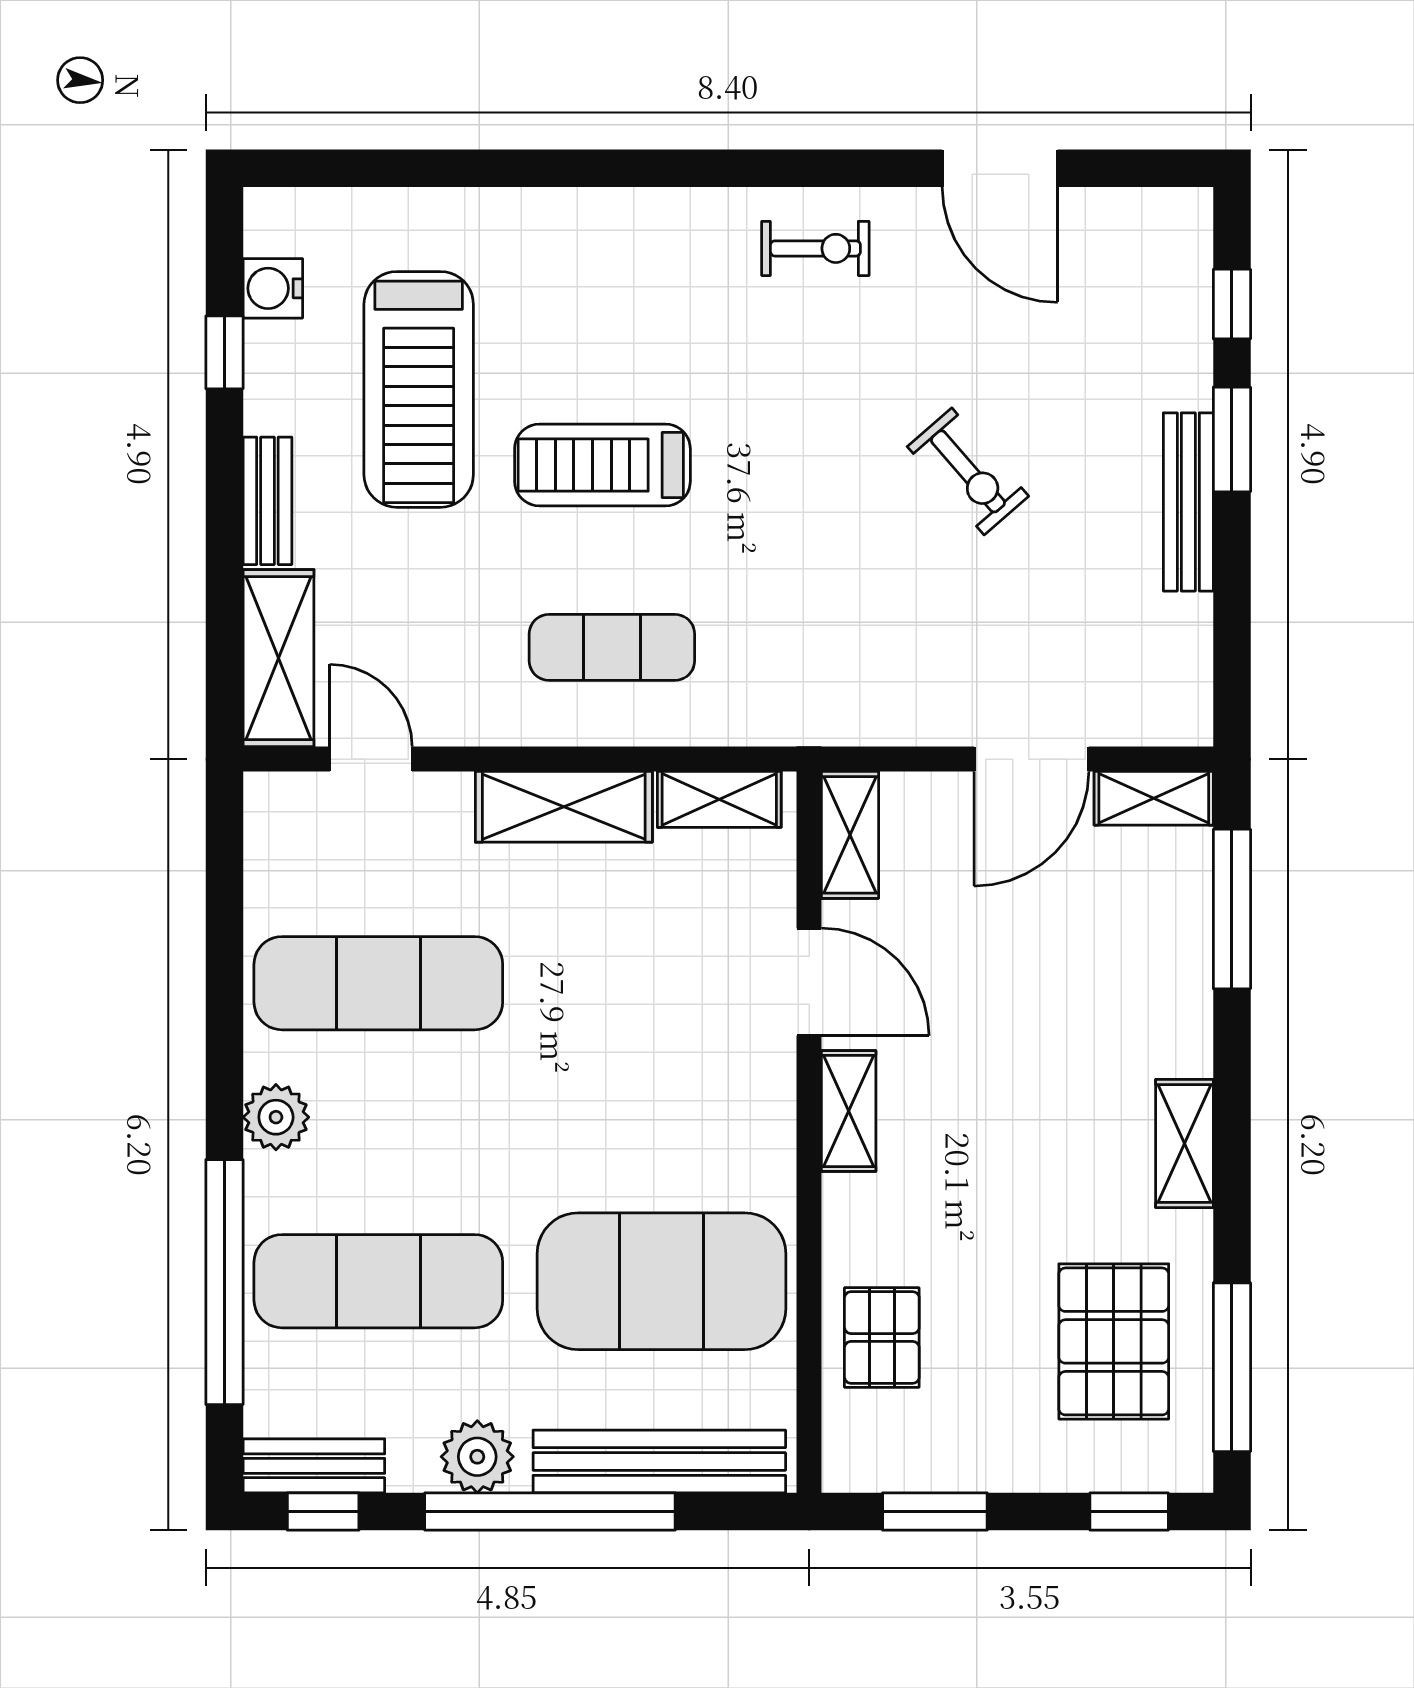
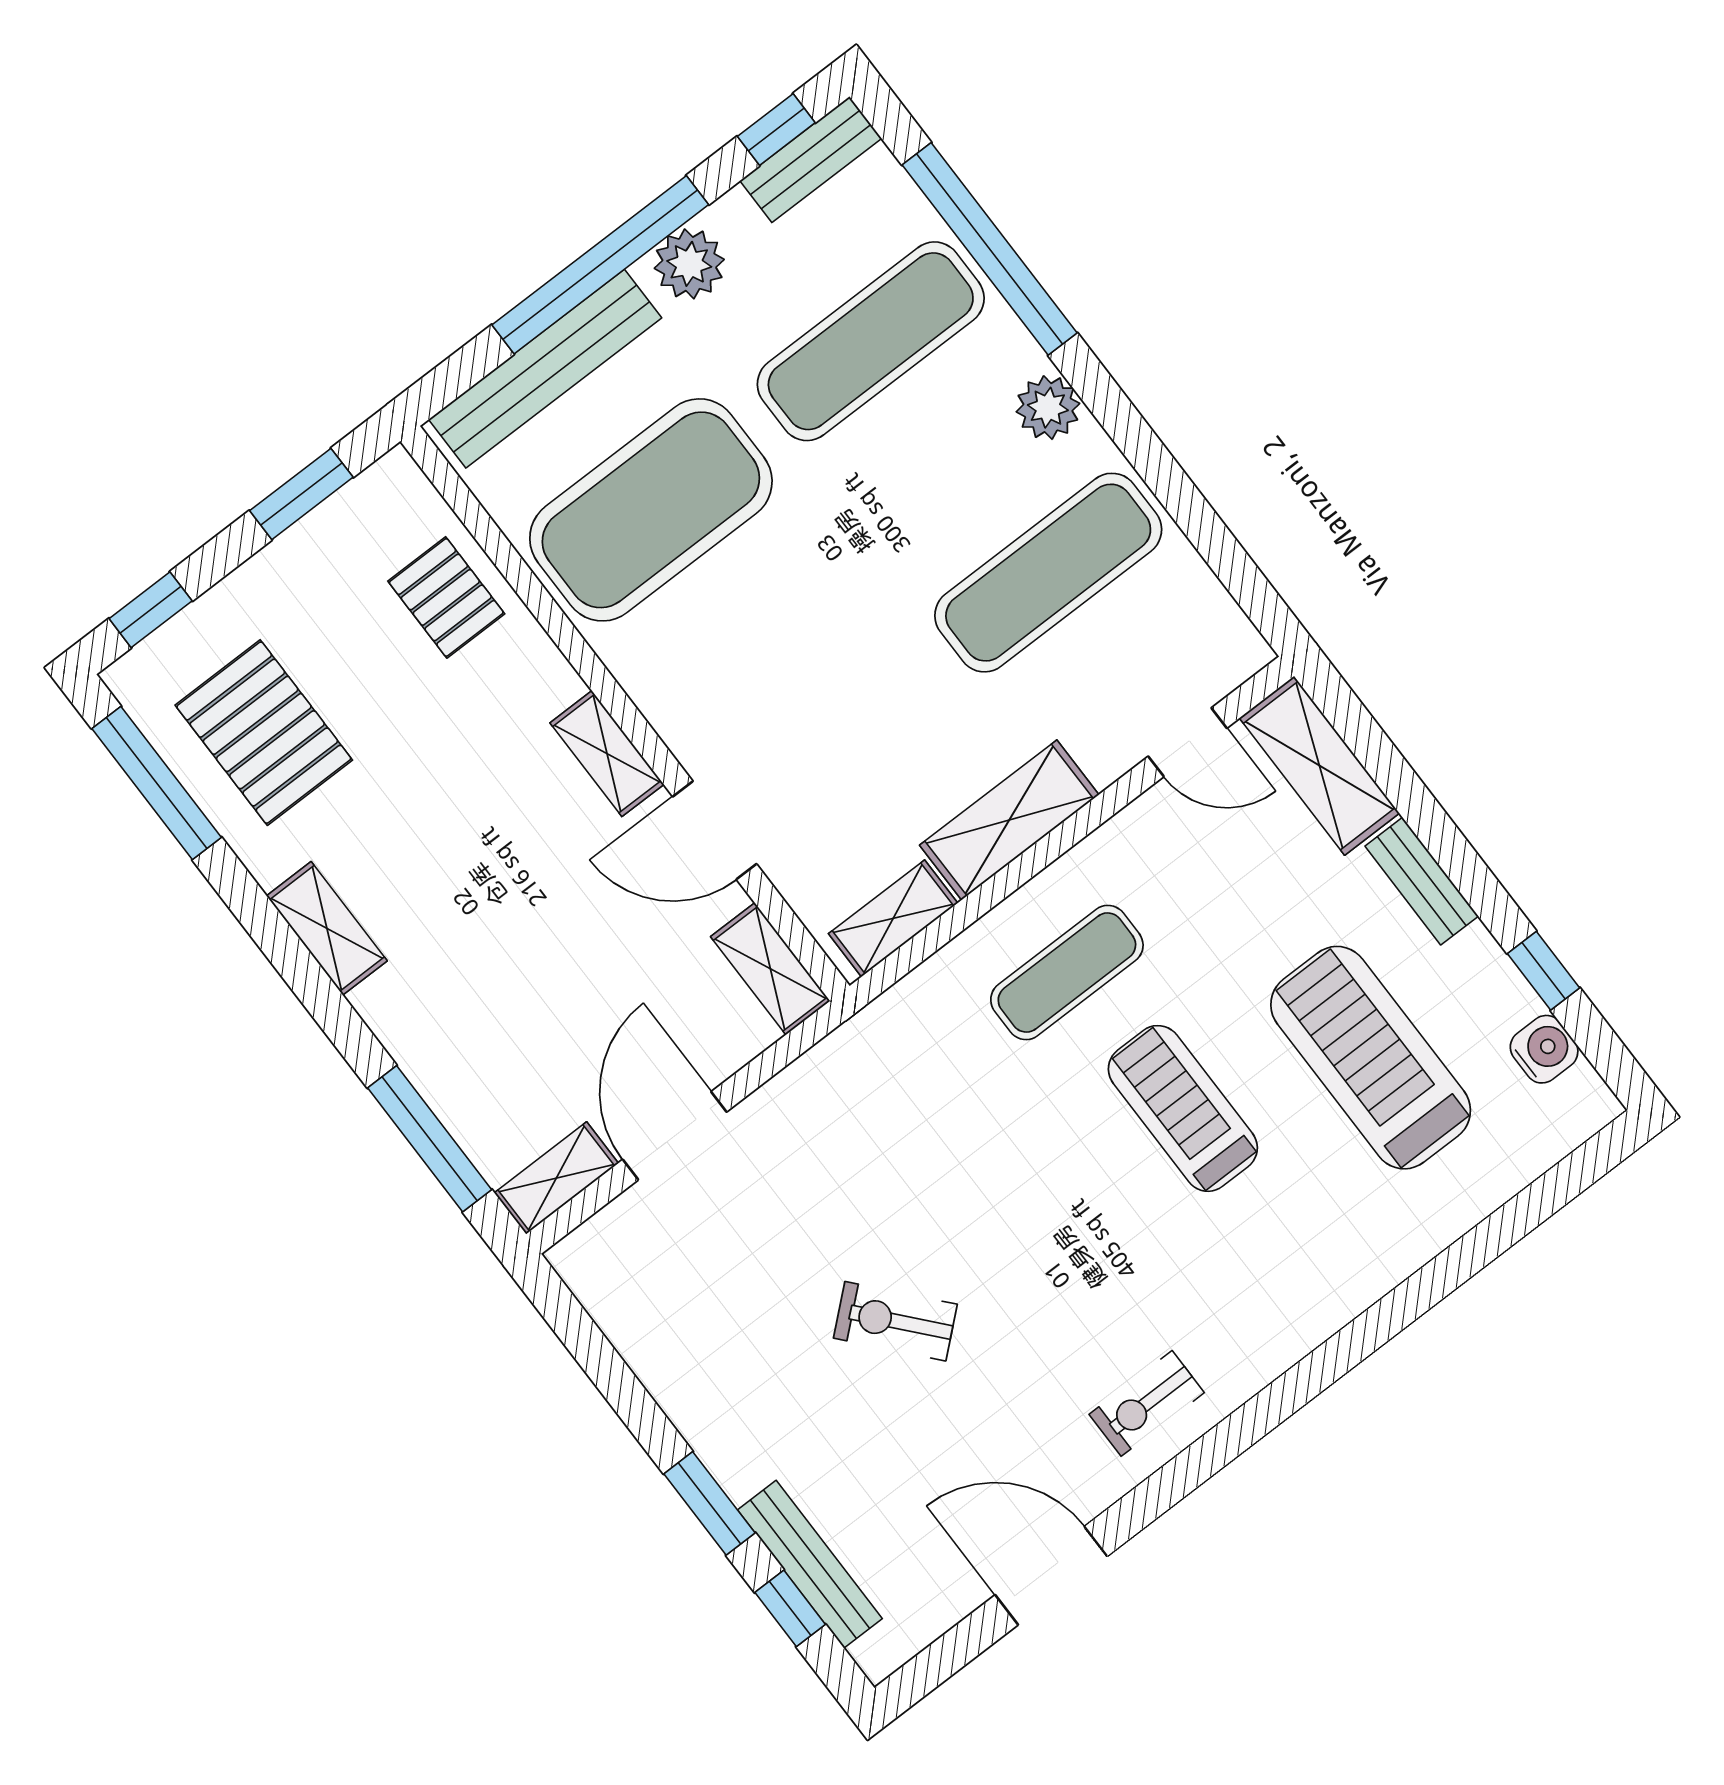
treadmill: (602, 465) -> (1183, 1108), turned -90
bench: (1188, 502) -> (810, 1564), moved

